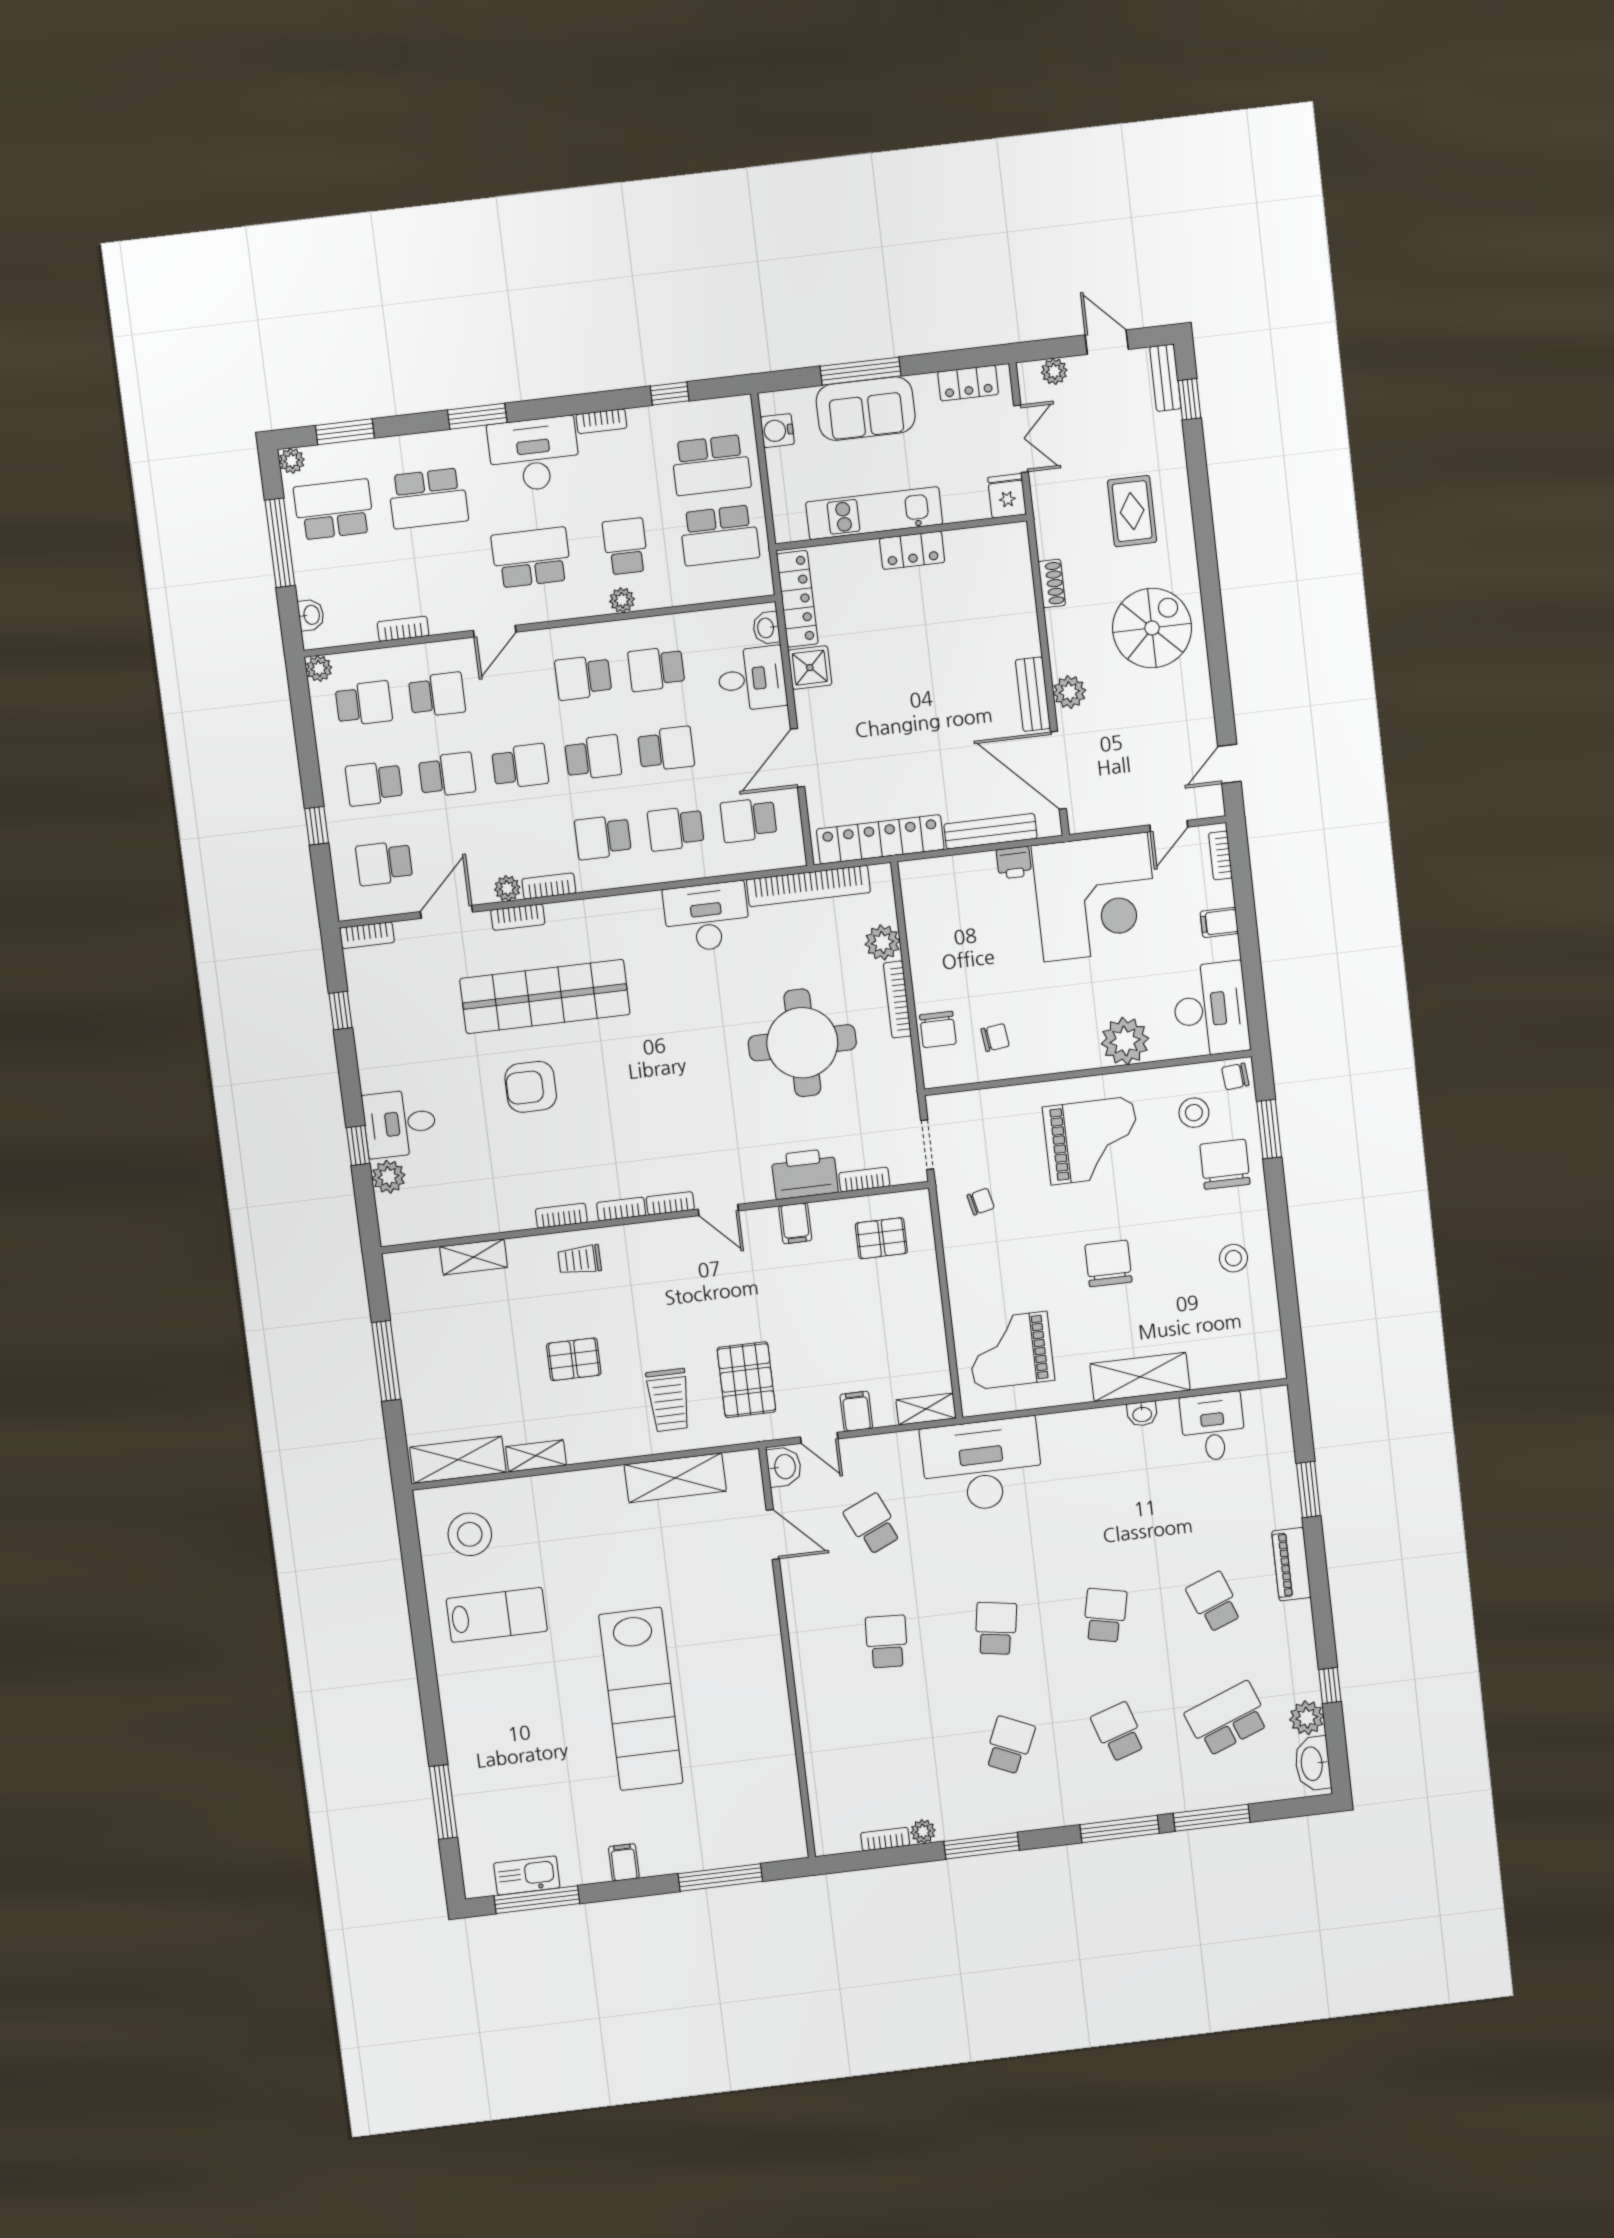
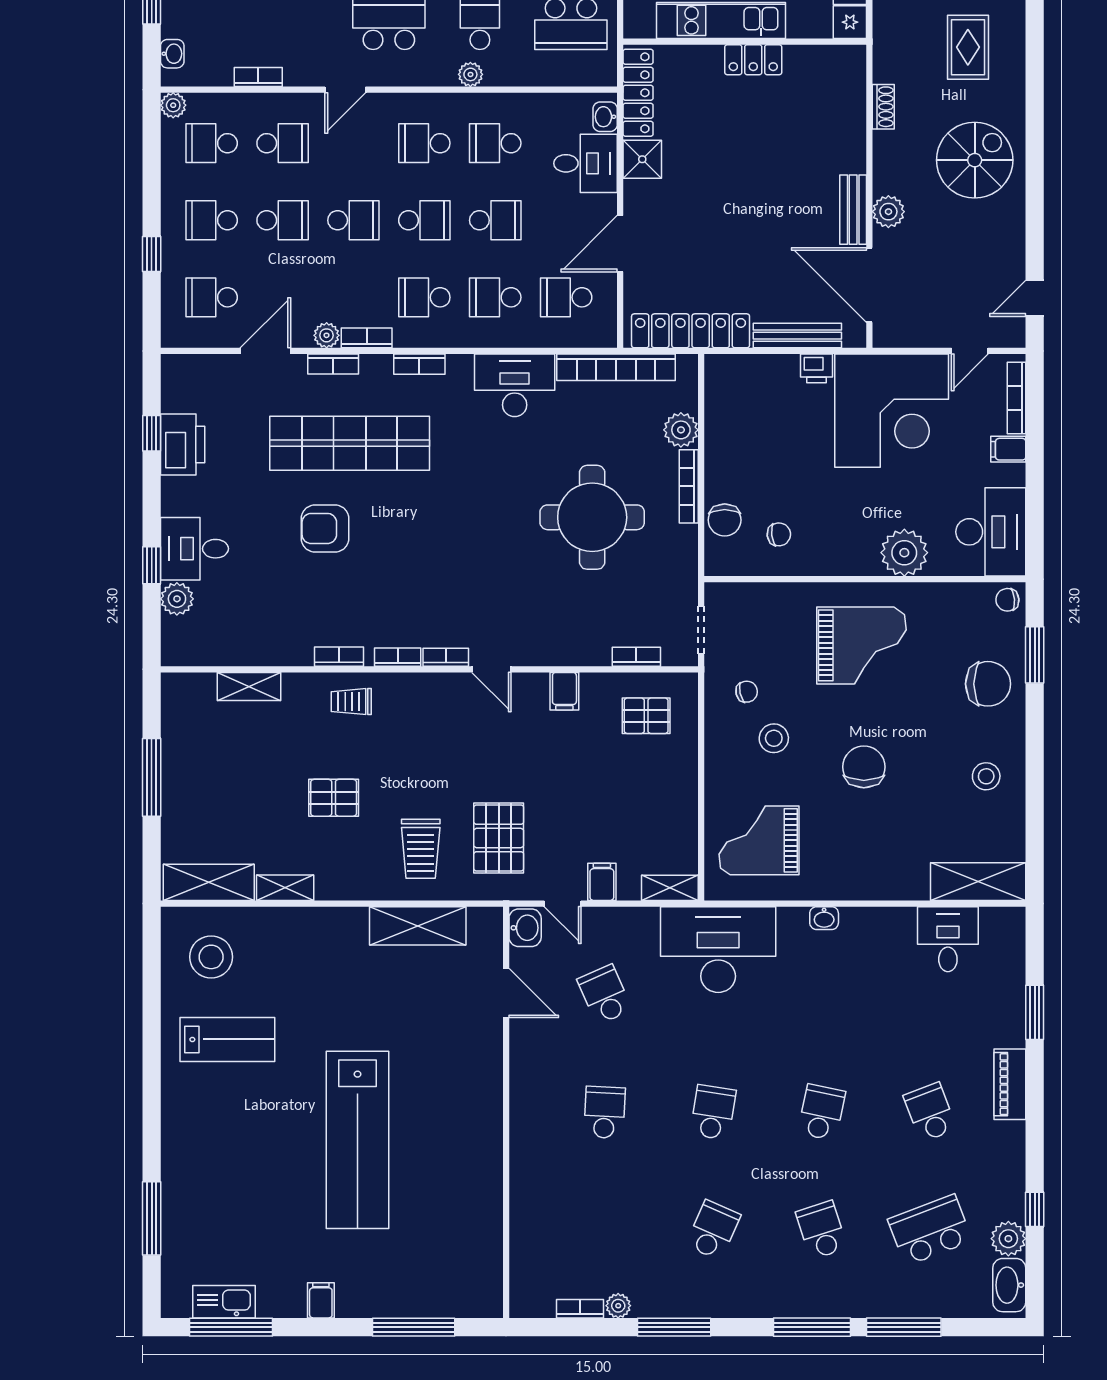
school desk: (364, 703) -> (212, 143), turned 180
bookcase: (1220, 855) -> (1016, 398), width x1.56
bookcase: (367, 935) -> (419, 364), moved
stool: (1194, 1113) -> (774, 738), moved
chair: (1225, 1164) -> (988, 684), turned 90
printer: (805, 1174) -> (183, 445), moved, turned 90
shelving: (1140, 1377) -> (978, 882), moved
washbasin: (1142, 1414) -> (824, 918), moved

